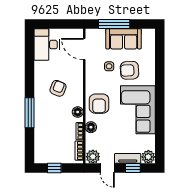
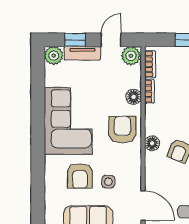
armchair: (129, 70) -> (80, 176), turned 93
floor lamp: (78, 112) -> (152, 143), moved
door: (107, 168) -> (111, 40), hinge flipped

